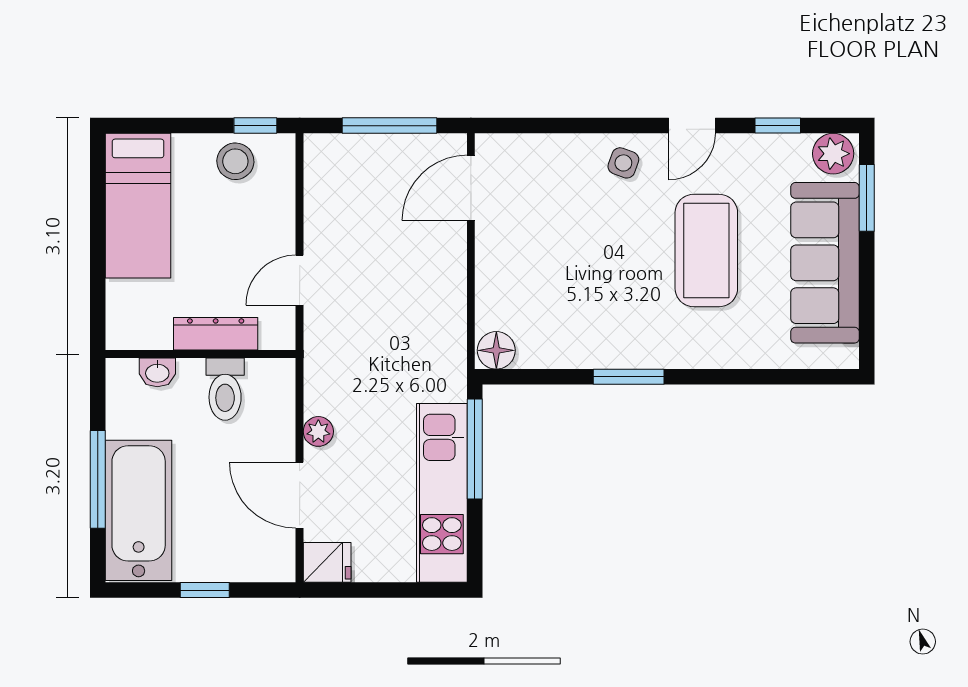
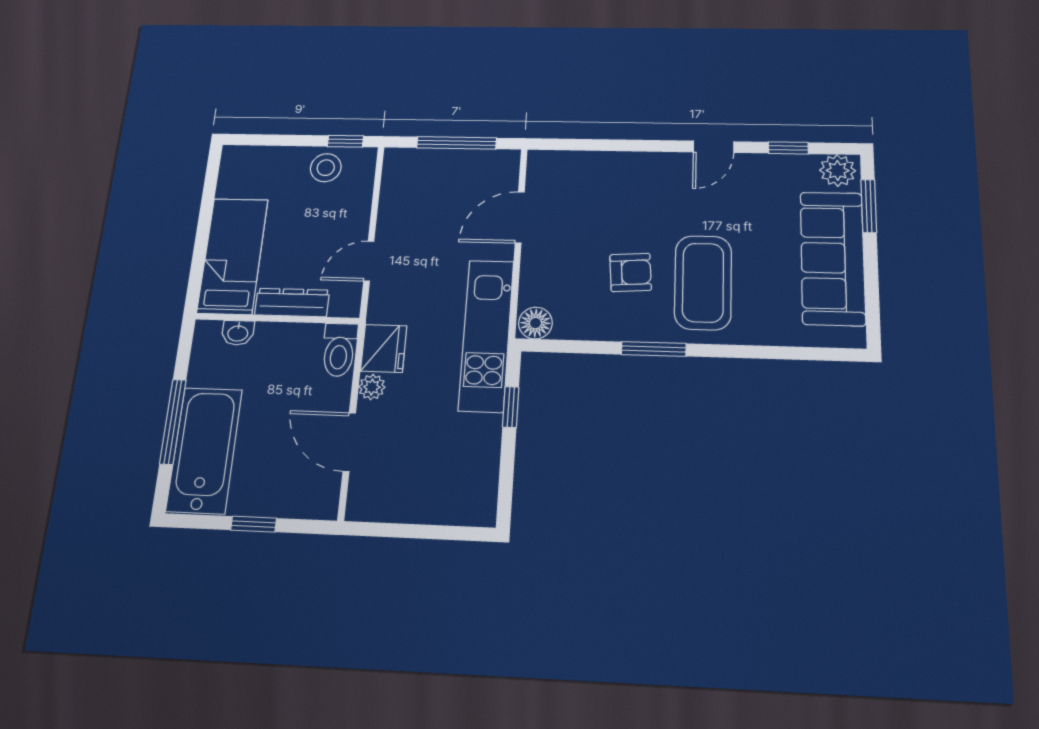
side table: (623, 163) -> (654, 175), removed
door: (471, 188) -> (520, 217), moved
bed: (138, 206) -> (233, 256), moved, turned 180
coffee table: (706, 251) -> (703, 282), moved
armchair: (601, 286) -> (631, 272), added
toilet: (225, 389) -> (339, 350), moved
window: (475, 449) -> (511, 407), width x0.46
kitchen unit: (442, 493) -> (486, 335), moved
fridge: (327, 562) -> (384, 348), moved, width x1.38

